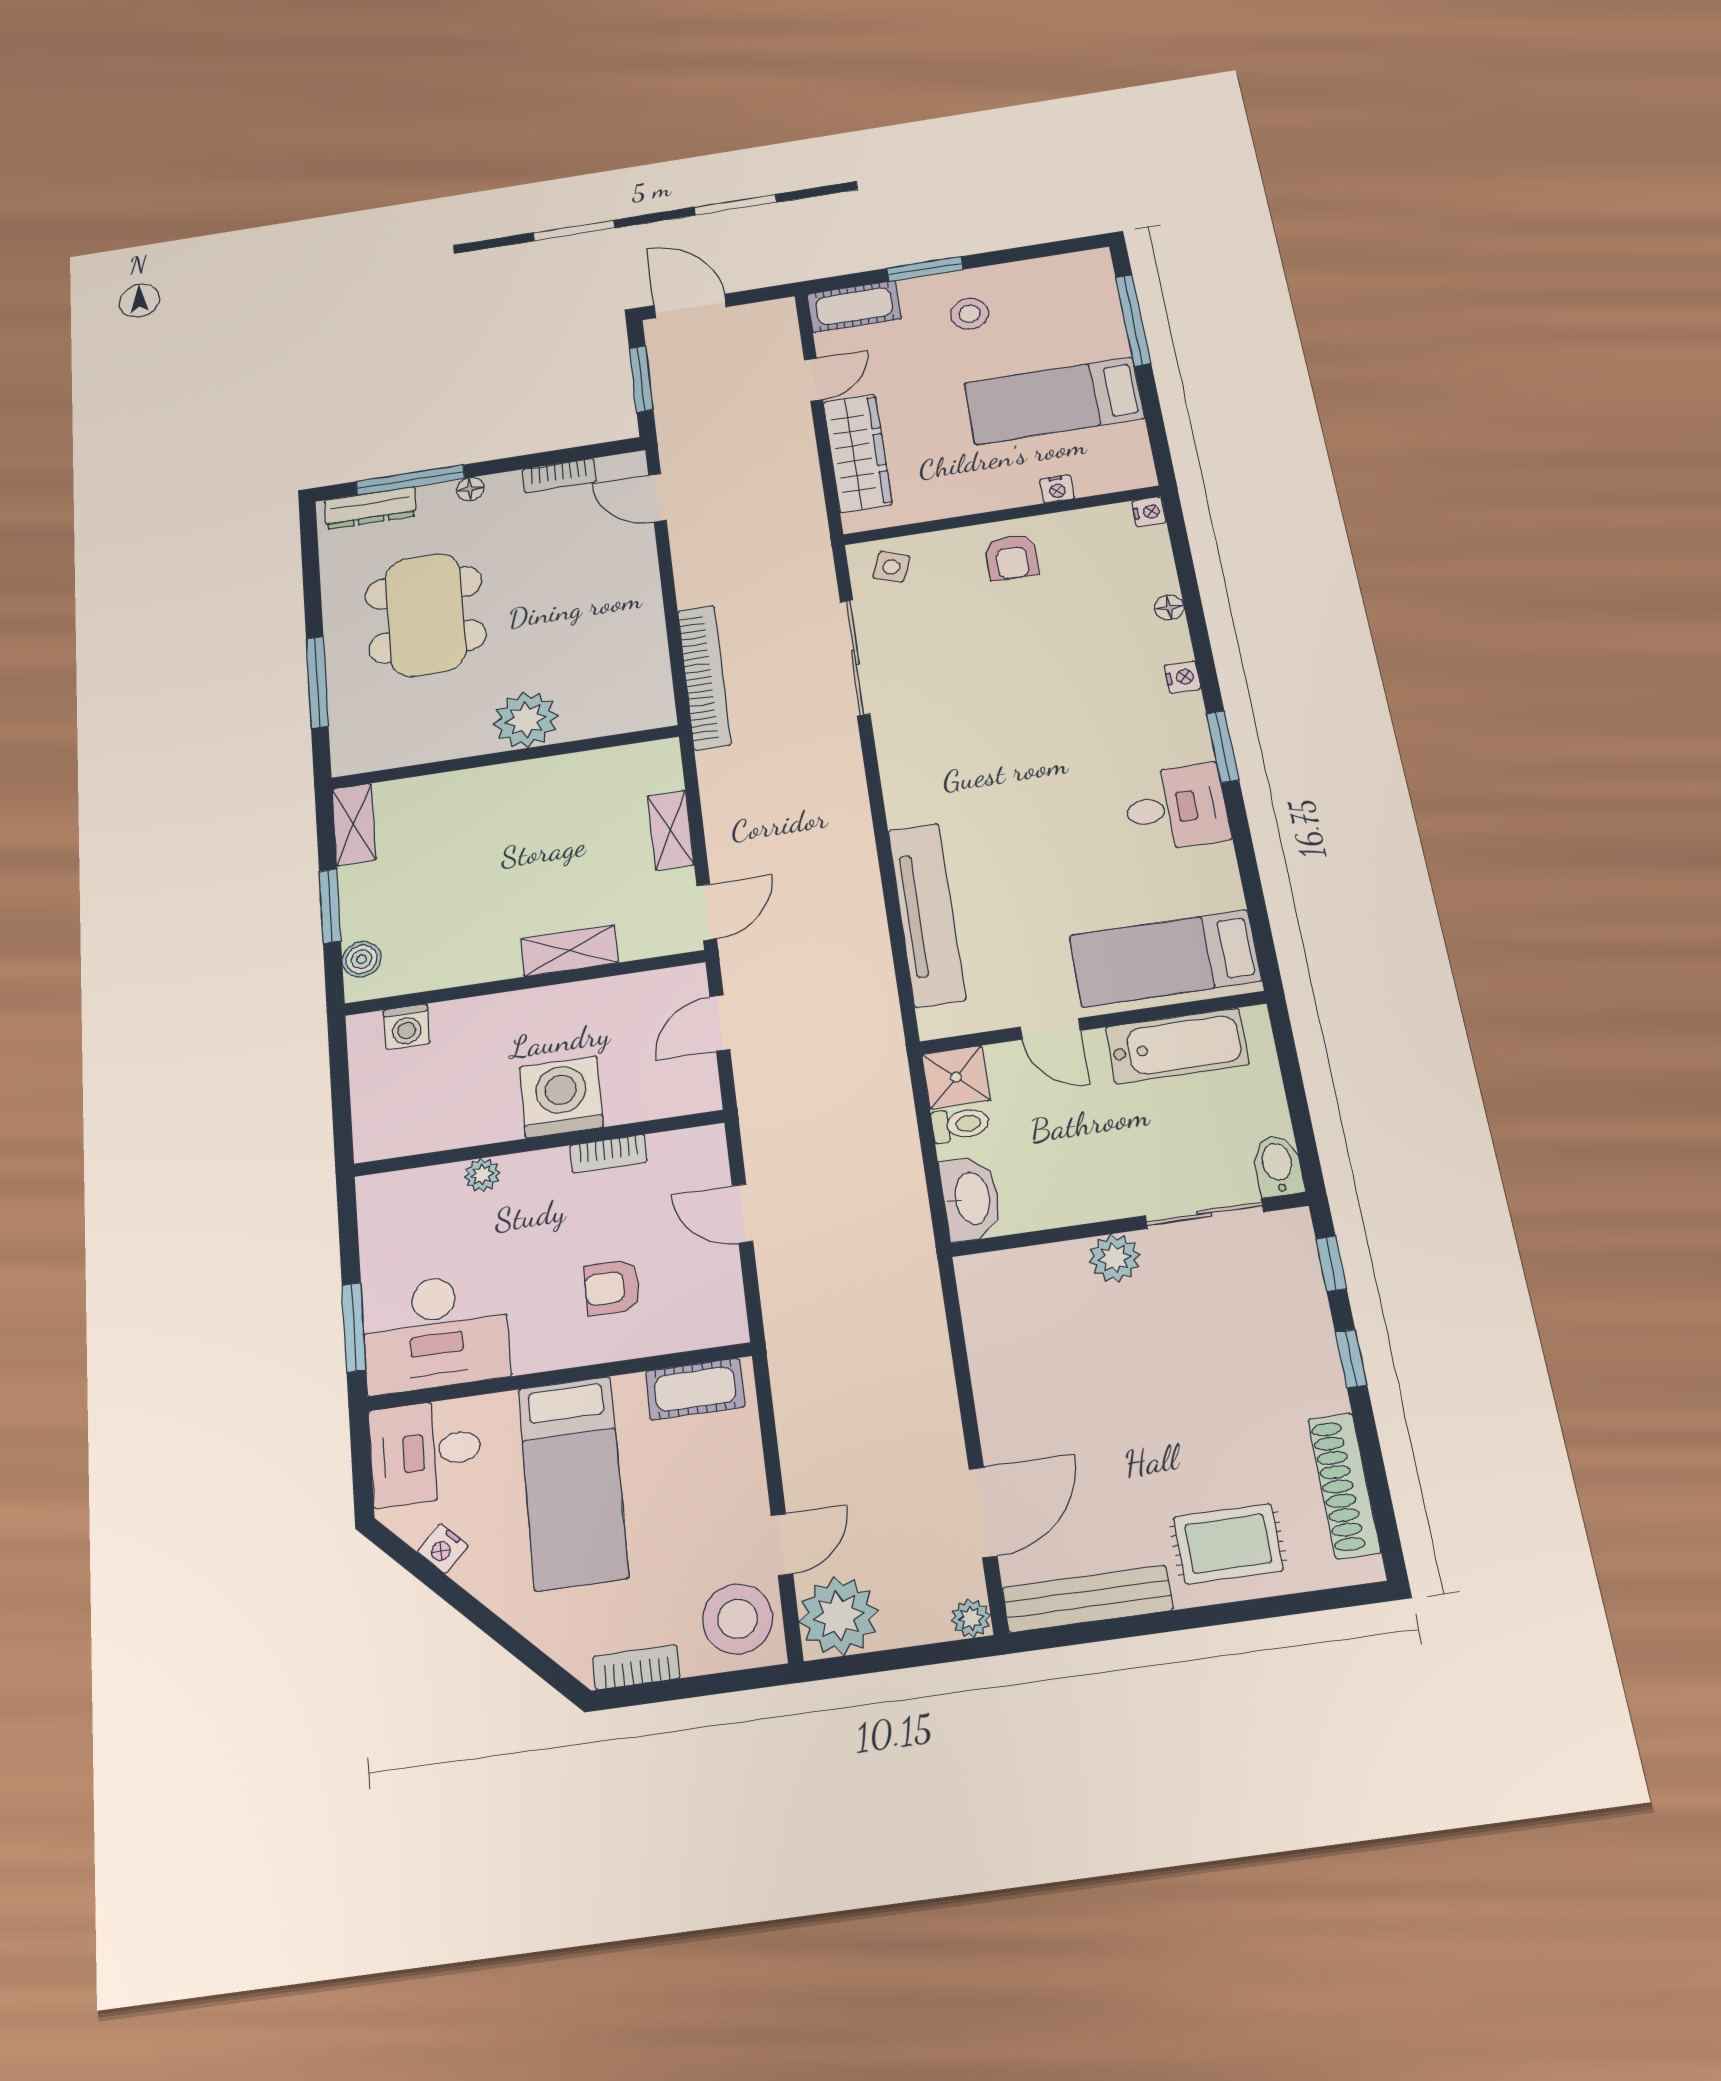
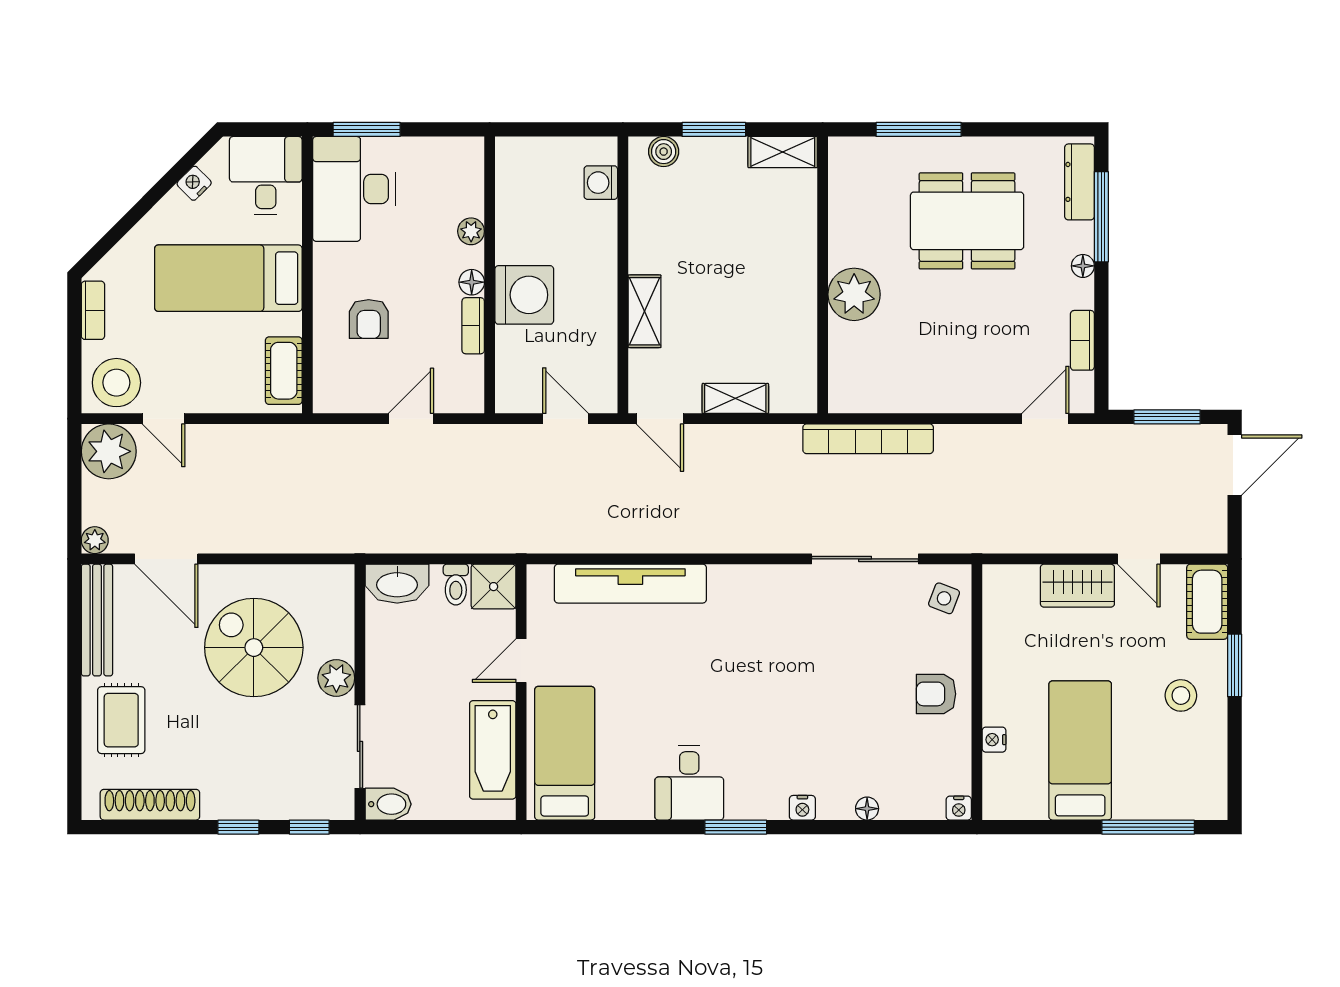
wardrobe: (858, 453) -> (1077, 586), width x0.67
floor lamp: (550, 1164) -> (472, 282), added
armchair: (612, 1287) -> (369, 319), turned 180
spiral stairs: (1091, 1374) -> (254, 648), added

